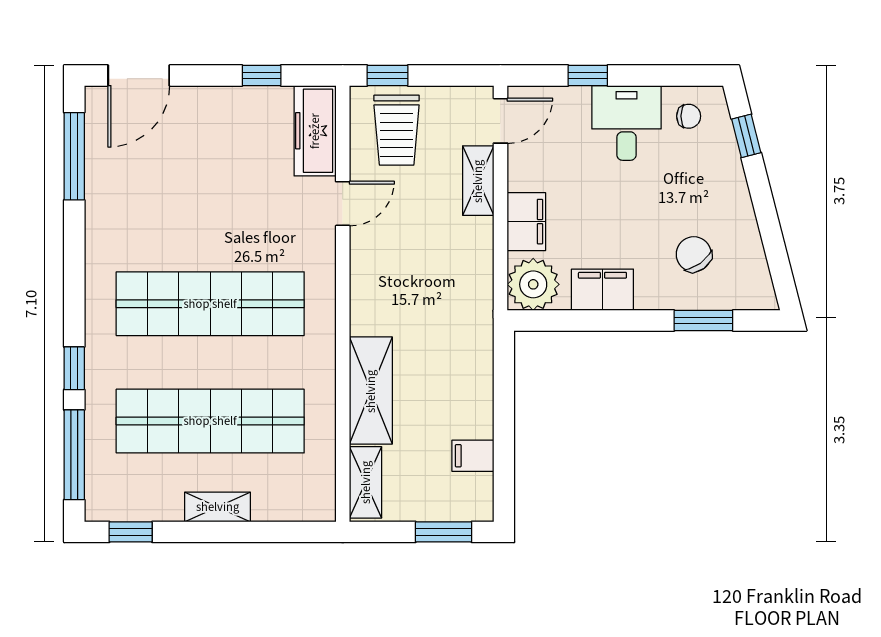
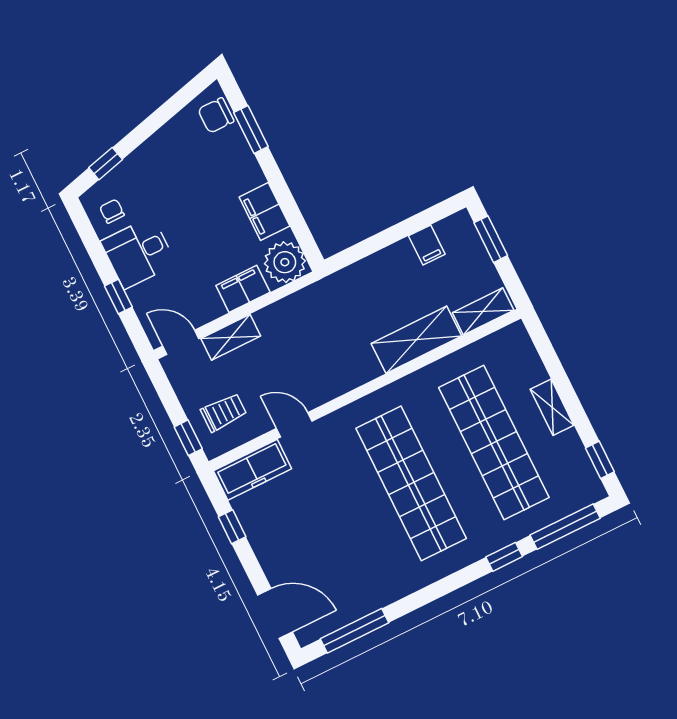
trolley: (397, 130) -> (224, 412), width x0.73, depth x0.72
chair: (694, 254) -> (216, 115), moved, turned 36

